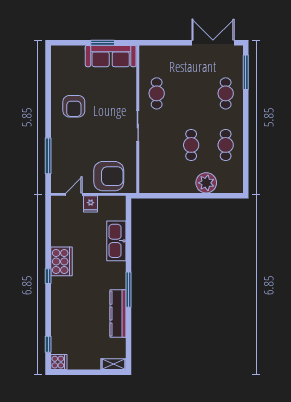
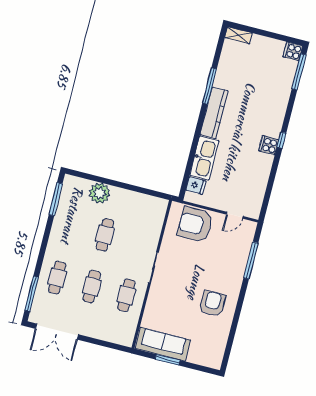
cafe table: (226, 145) -> (92, 286), moved
window: (246, 167) -> (56, 199), added
fridge: (91, 204) -> (196, 186), moved, turned 90
cooker: (61, 261) -> (269, 145), width x0.53, depth x0.76
window: (129, 290) -> (210, 86), moved
kitchen counter: (118, 314) -> (214, 113), moved
window: (48, 344) -> (299, 72), width x2.17

